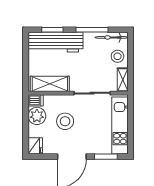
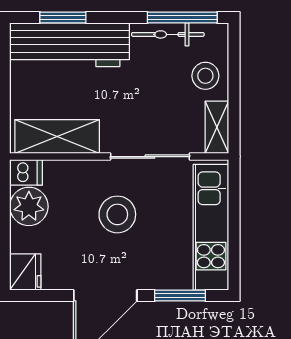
window: (92, 30) -> (182, 18), moved
bicycle: (111, 37) -> (168, 34), moved
stool: (65, 121) -> (117, 214), moved

